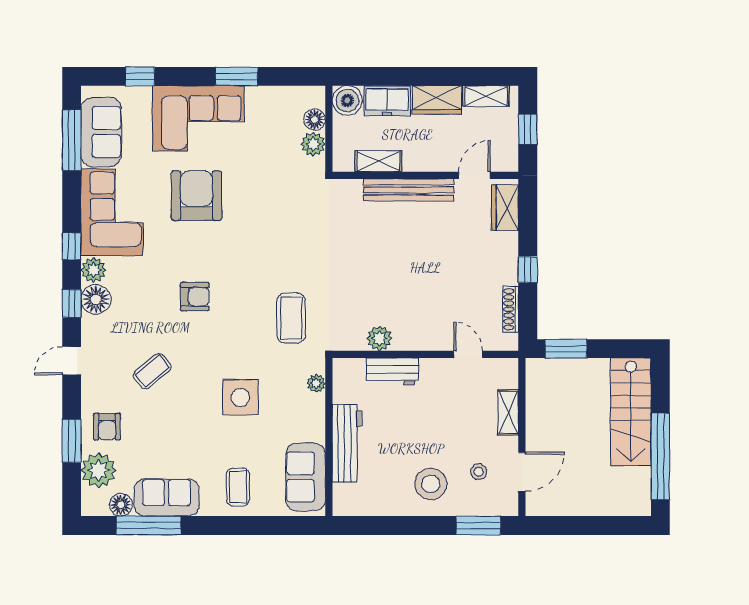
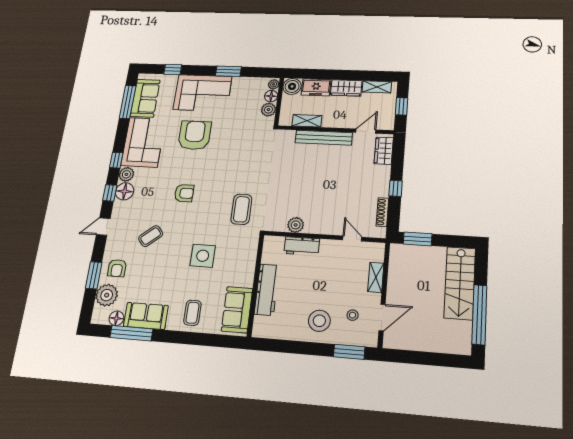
plant: (316, 383) -> (274, 84), moved

